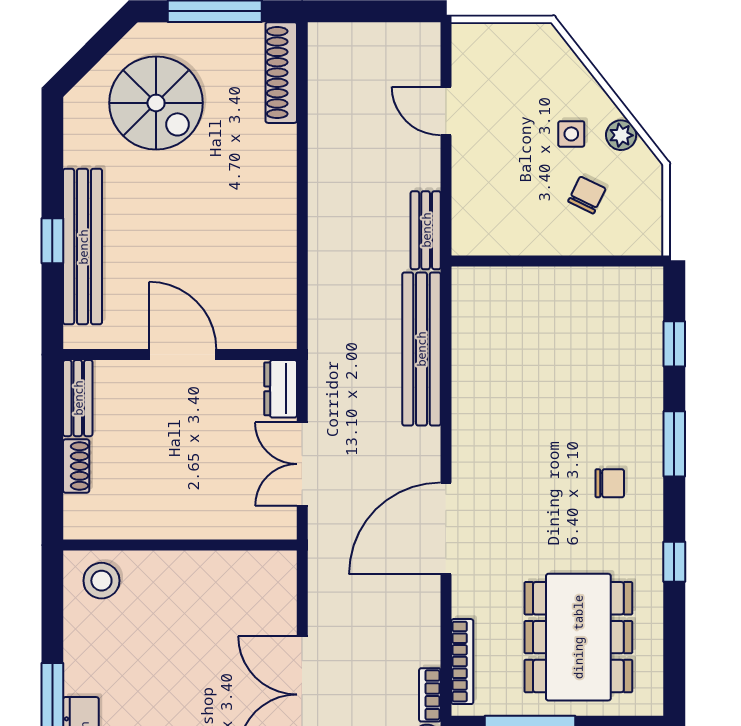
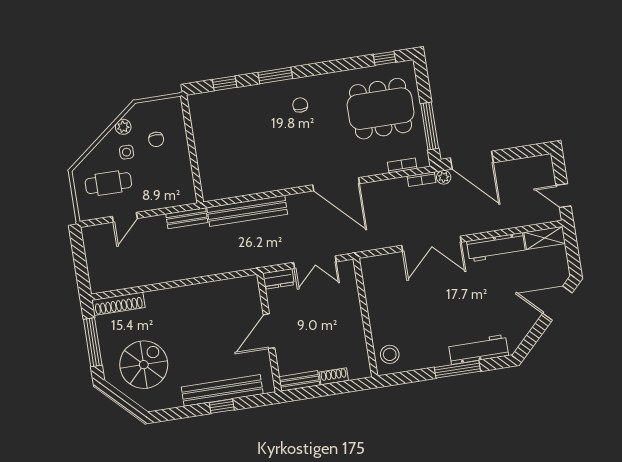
cafe table: (517, 90) -> (108, 183), added
chair: (587, 195) -> (156, 139), turned -116
window: (674, 562) -> (384, 58), moved
bookcase: (462, 662) -> (402, 165), width x0.64

